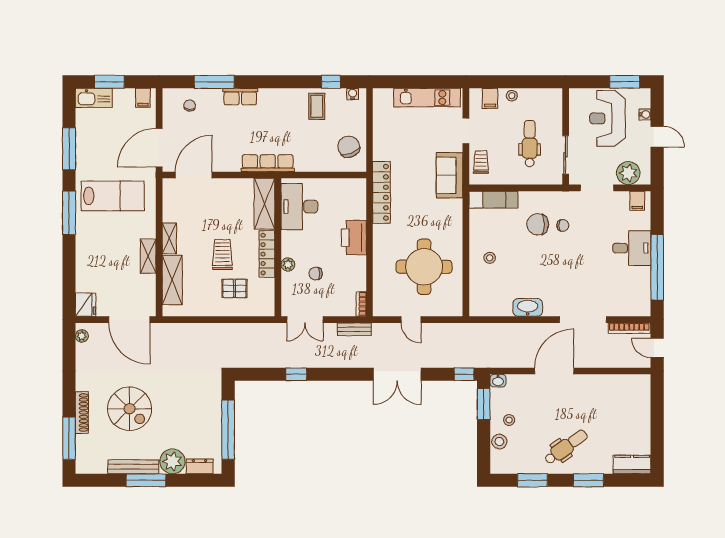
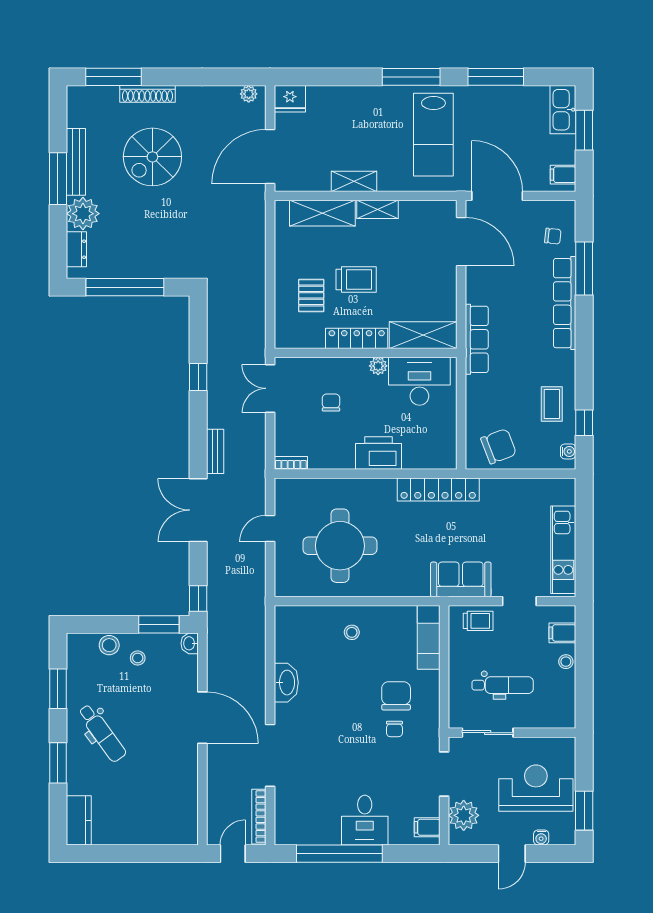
row of seats: (240, 97) -> (565, 303), width x2.02
coffee table: (317, 106) -> (552, 404), turned 90
plant: (288, 264) -> (378, 366), moved
bench: (354, 329) -> (215, 451), moved

